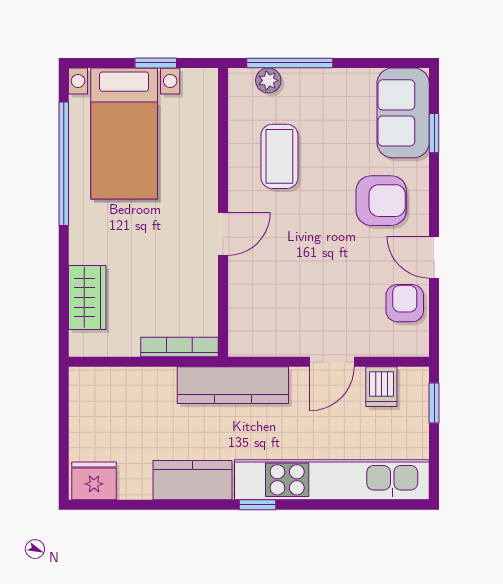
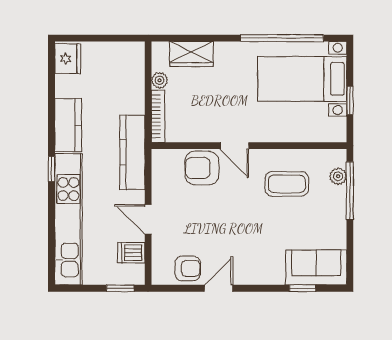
armchair: (381, 201) -> (202, 168), moved, turned 90
plant: (126, 345) -> (160, 80), added

